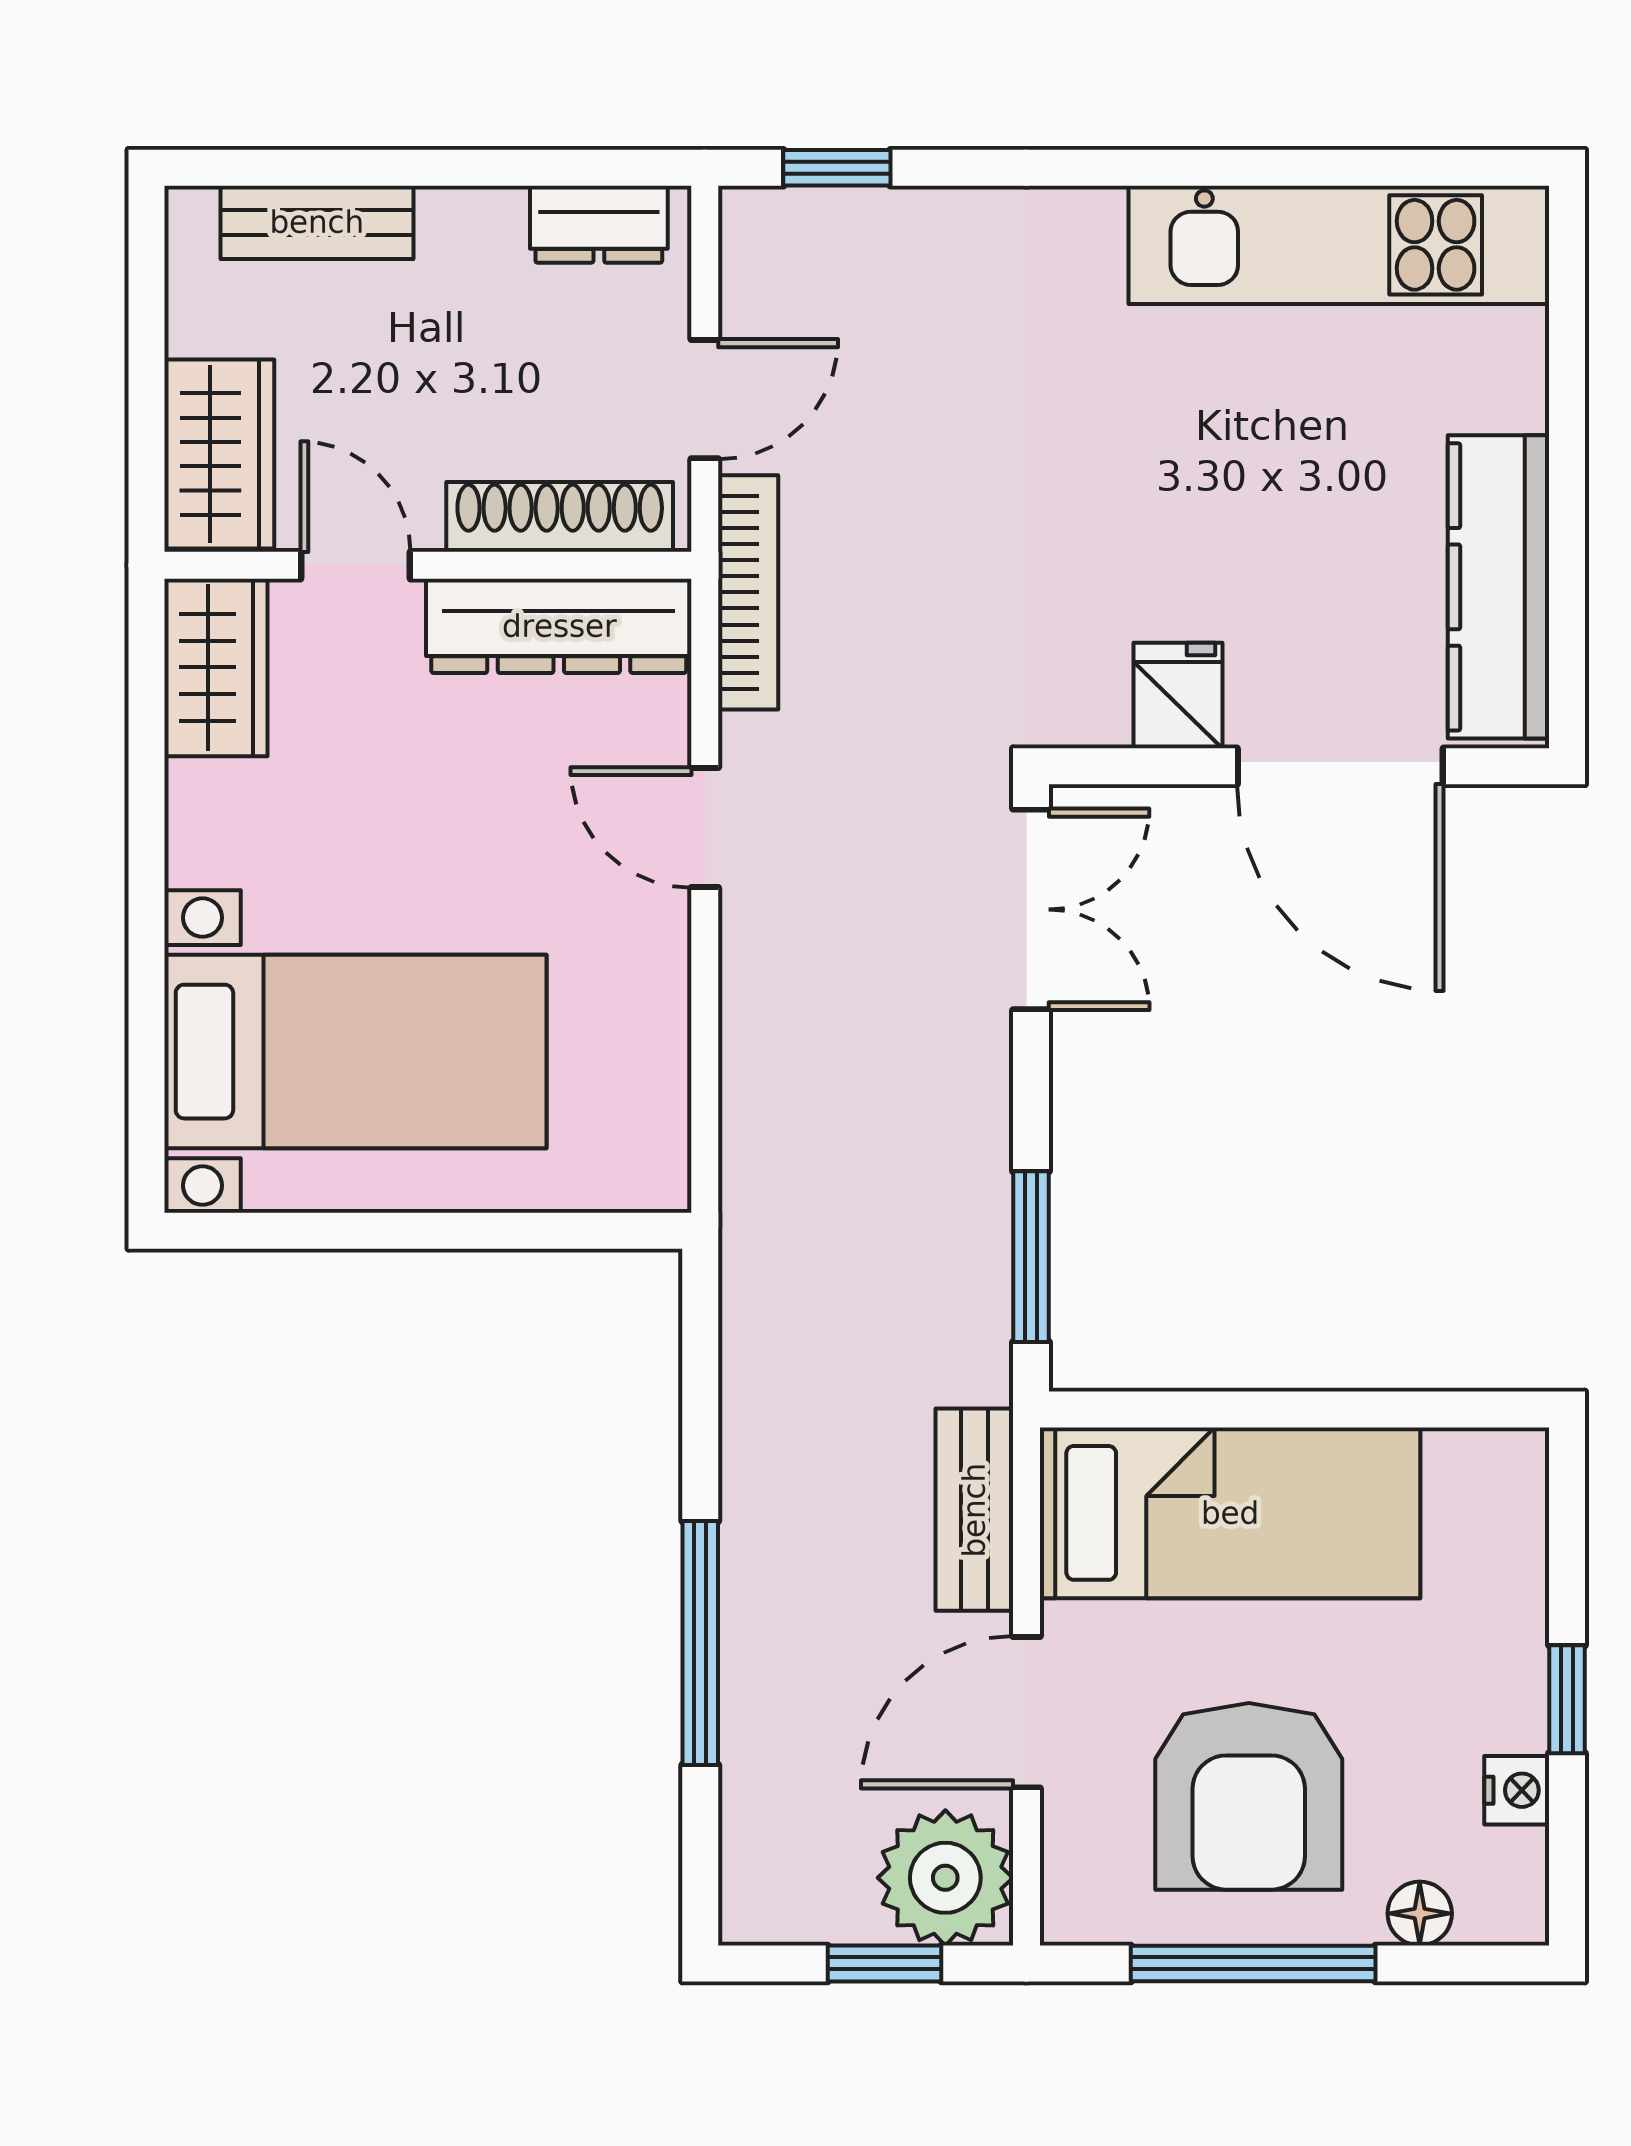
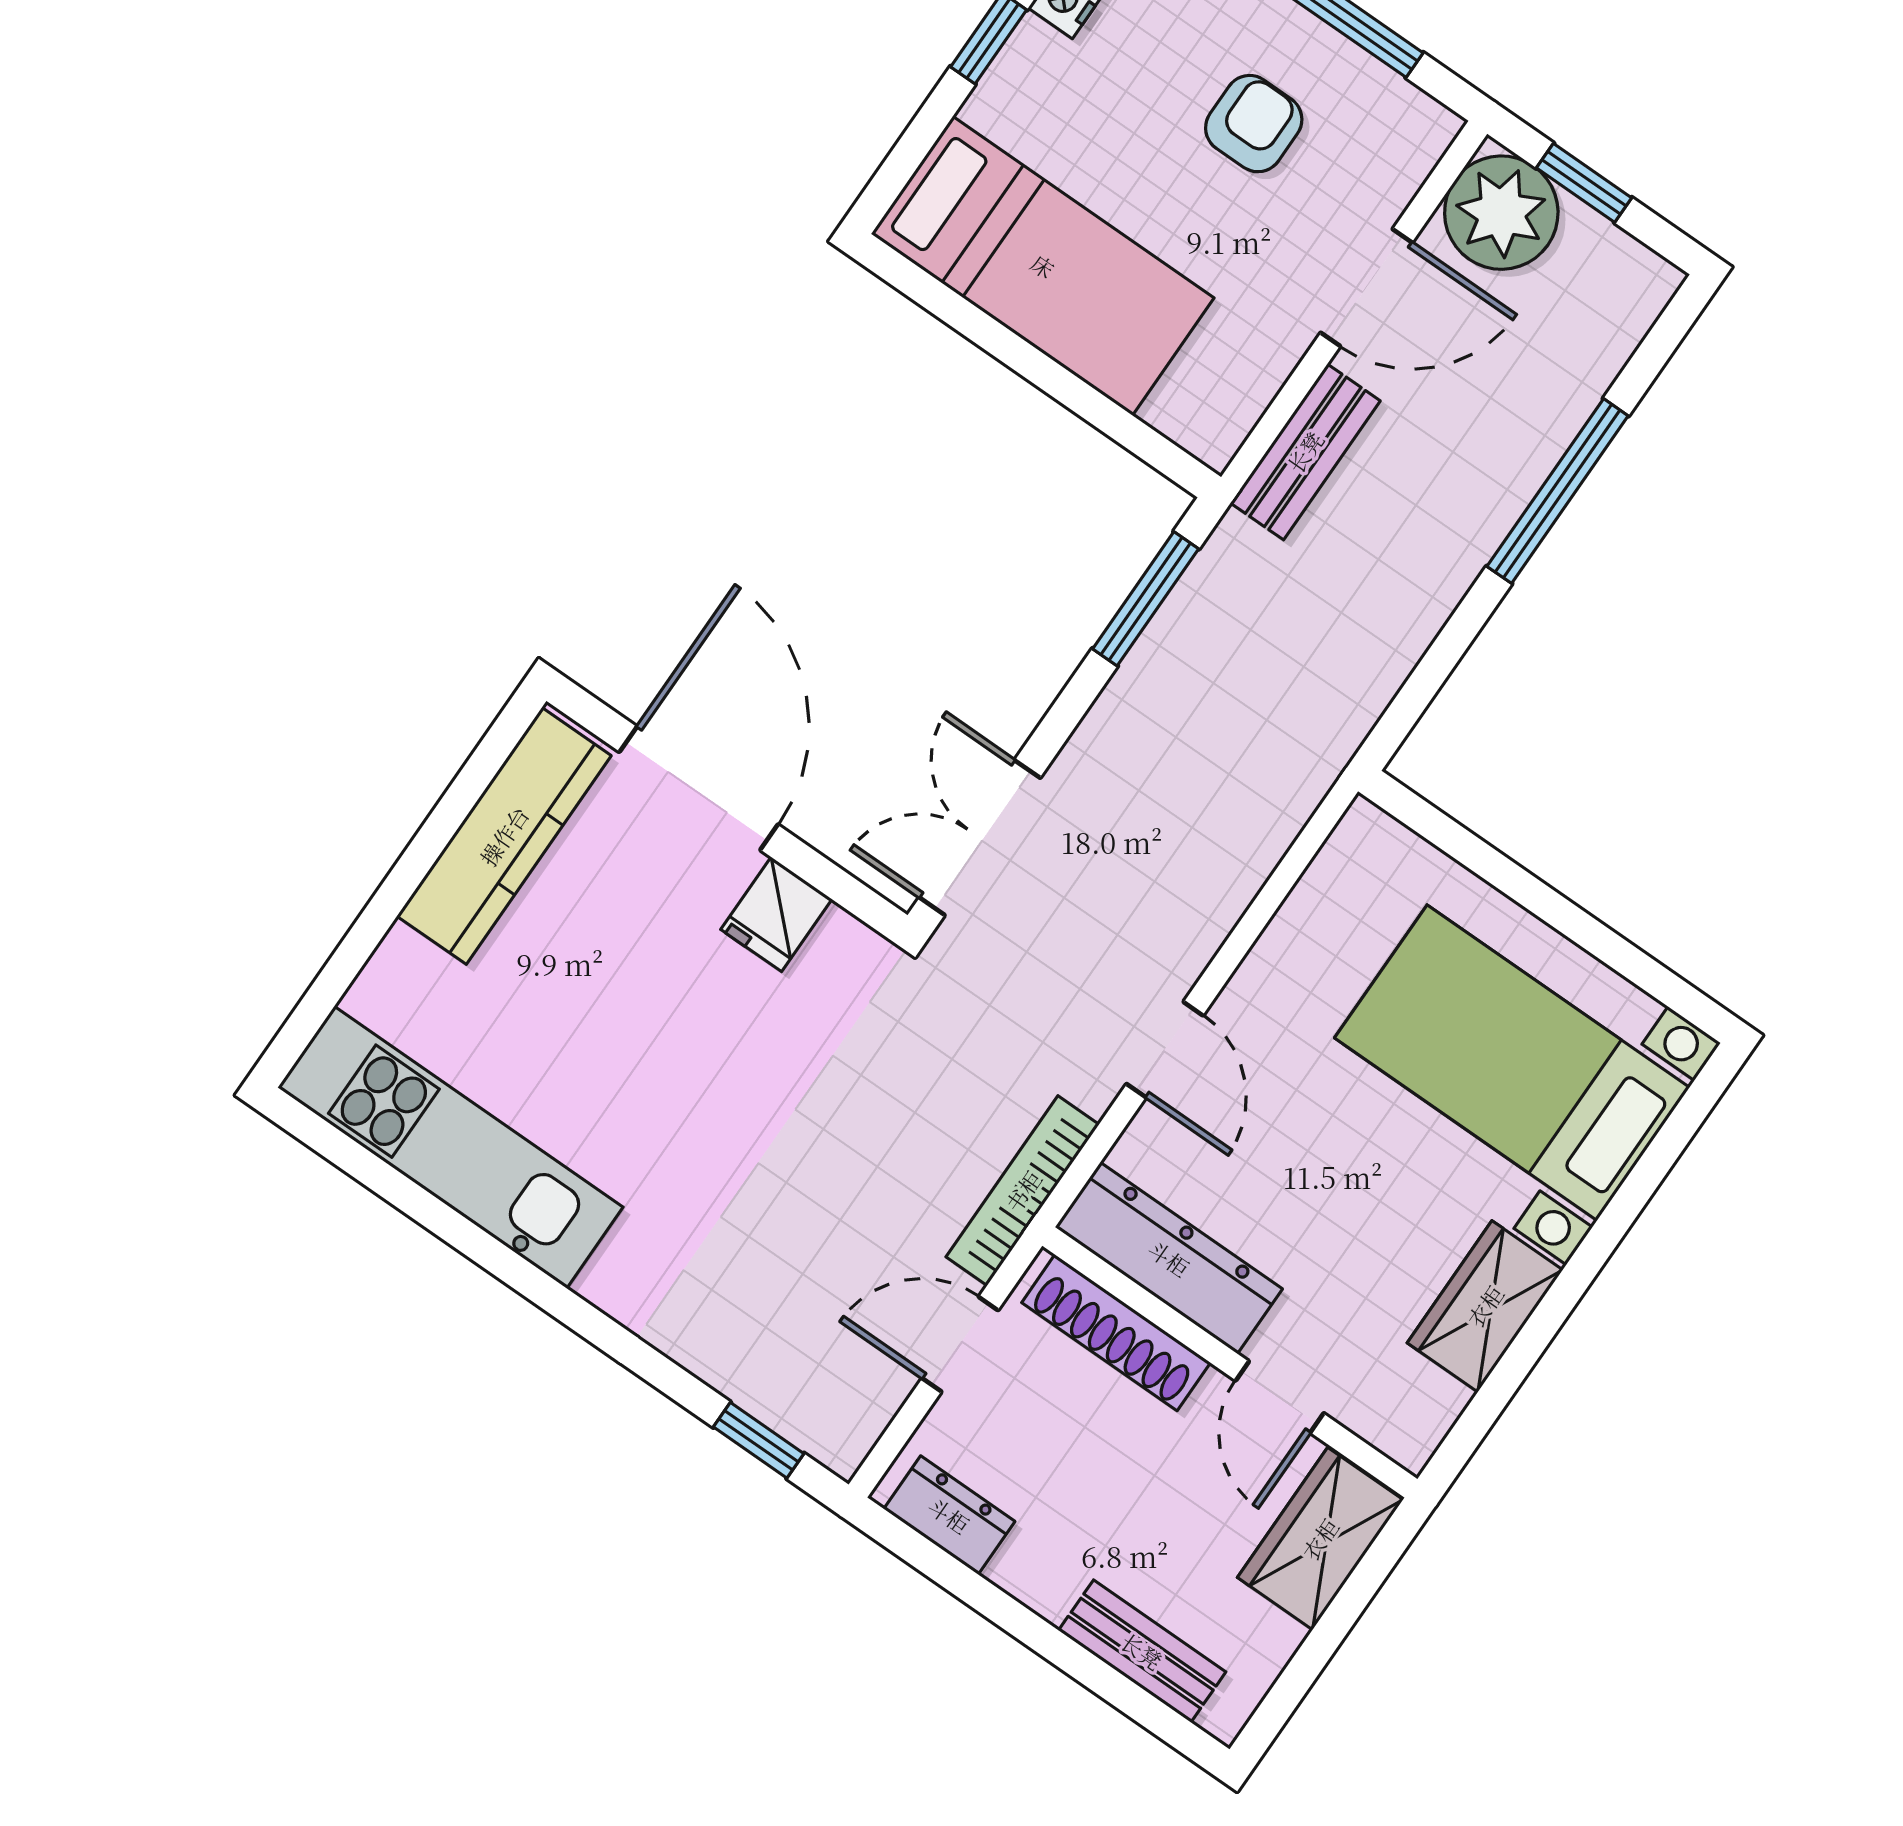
wardrobe: (216, 667) -> (1485, 1306), moved
bed: (1230, 1513) -> (1043, 266), moved, turned 180
armchair: (1249, 1796) -> (1254, 124), width x0.53, depth x0.53

